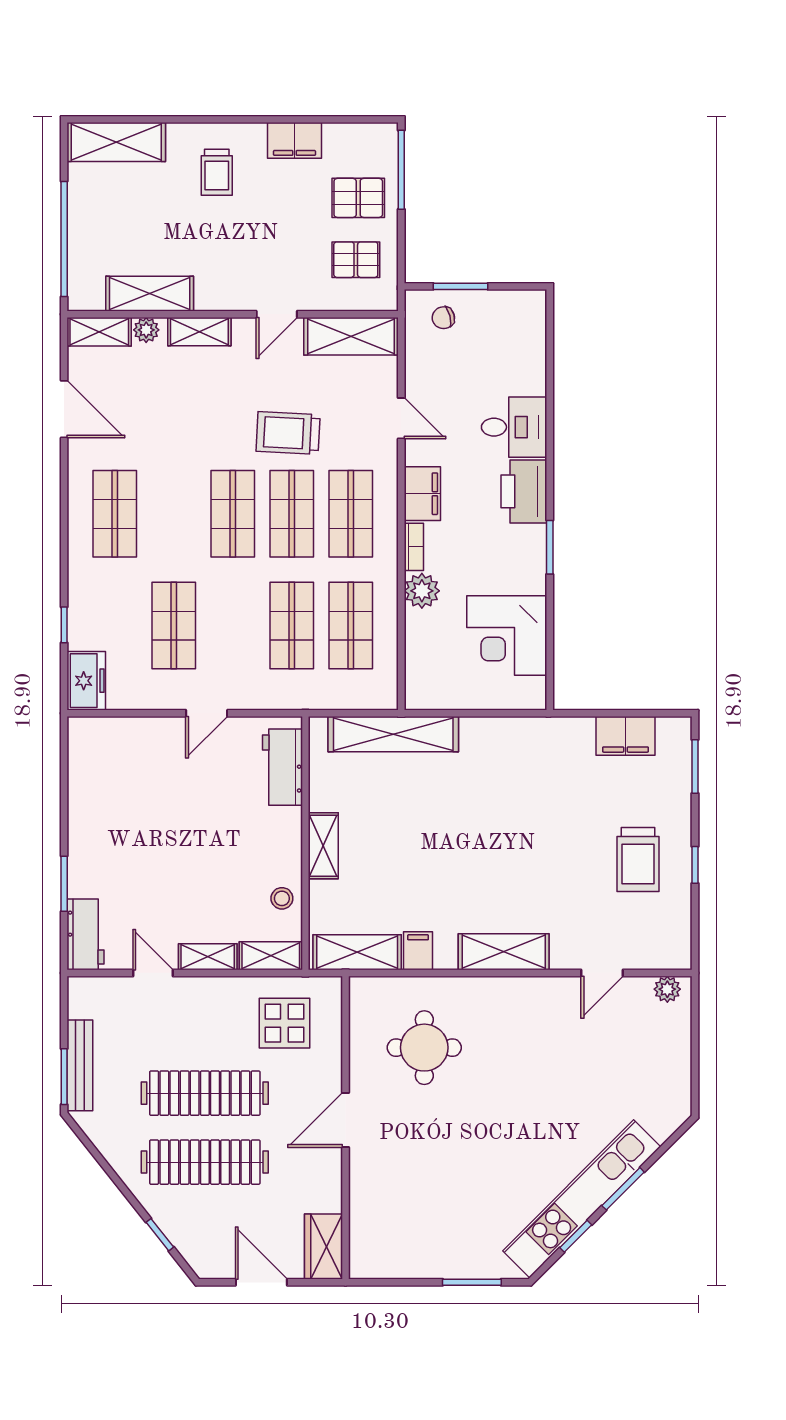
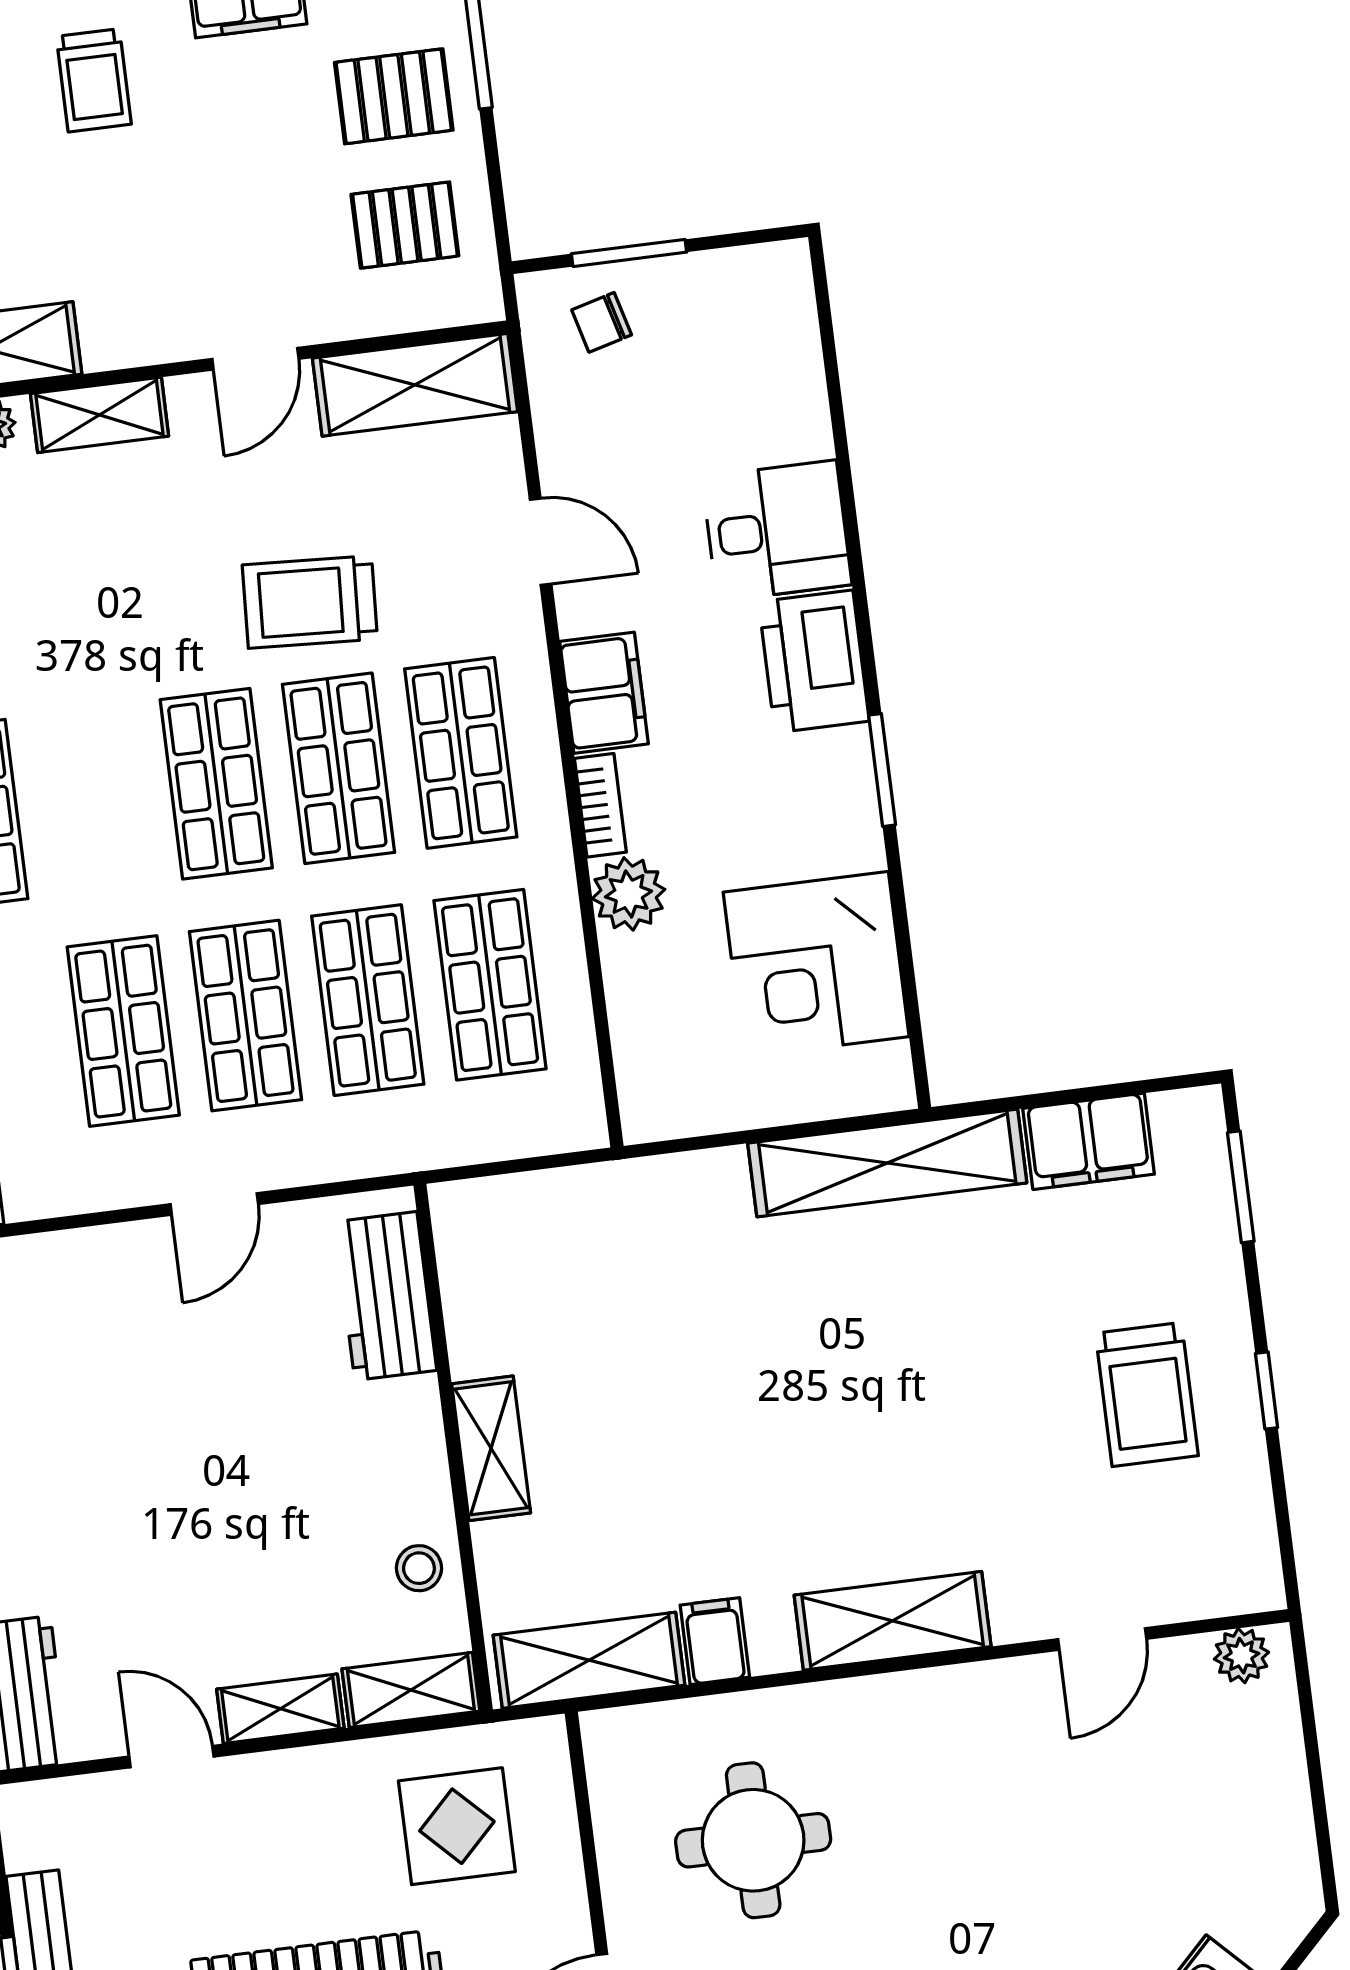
shop shelf: (233, 626) -> (246, 1016), added
shelving: (393, 734) -> (887, 1163), moved

